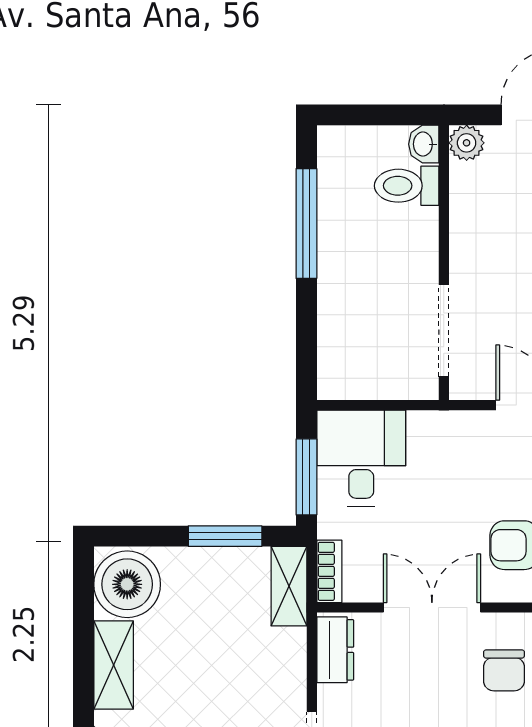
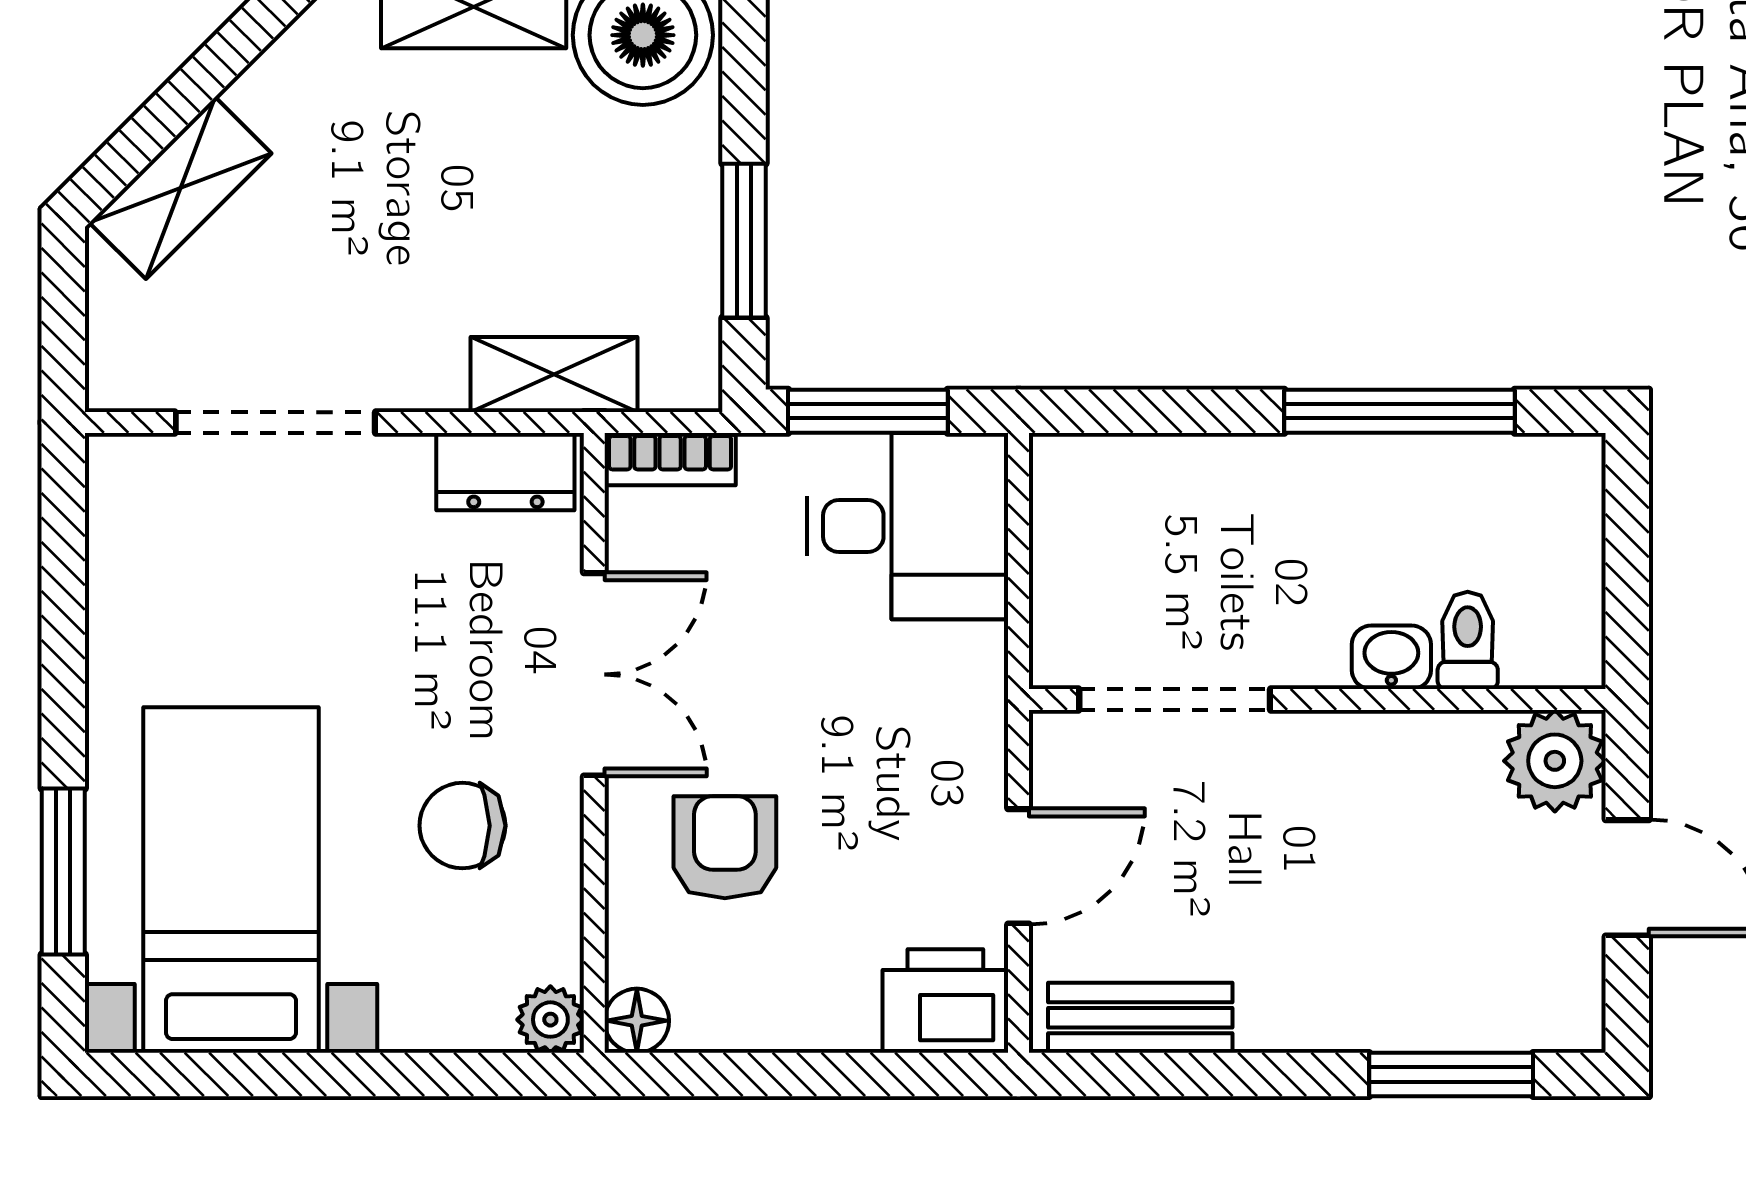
plant: (467, 143) -> (1555, 761), width x1.38, depth x1.38
washbasin: (424, 144) -> (1391, 657), moved
toilet: (407, 186) -> (1468, 640), width x0.73, depth x0.72
shelving: (289, 586) -> (554, 375), moved

